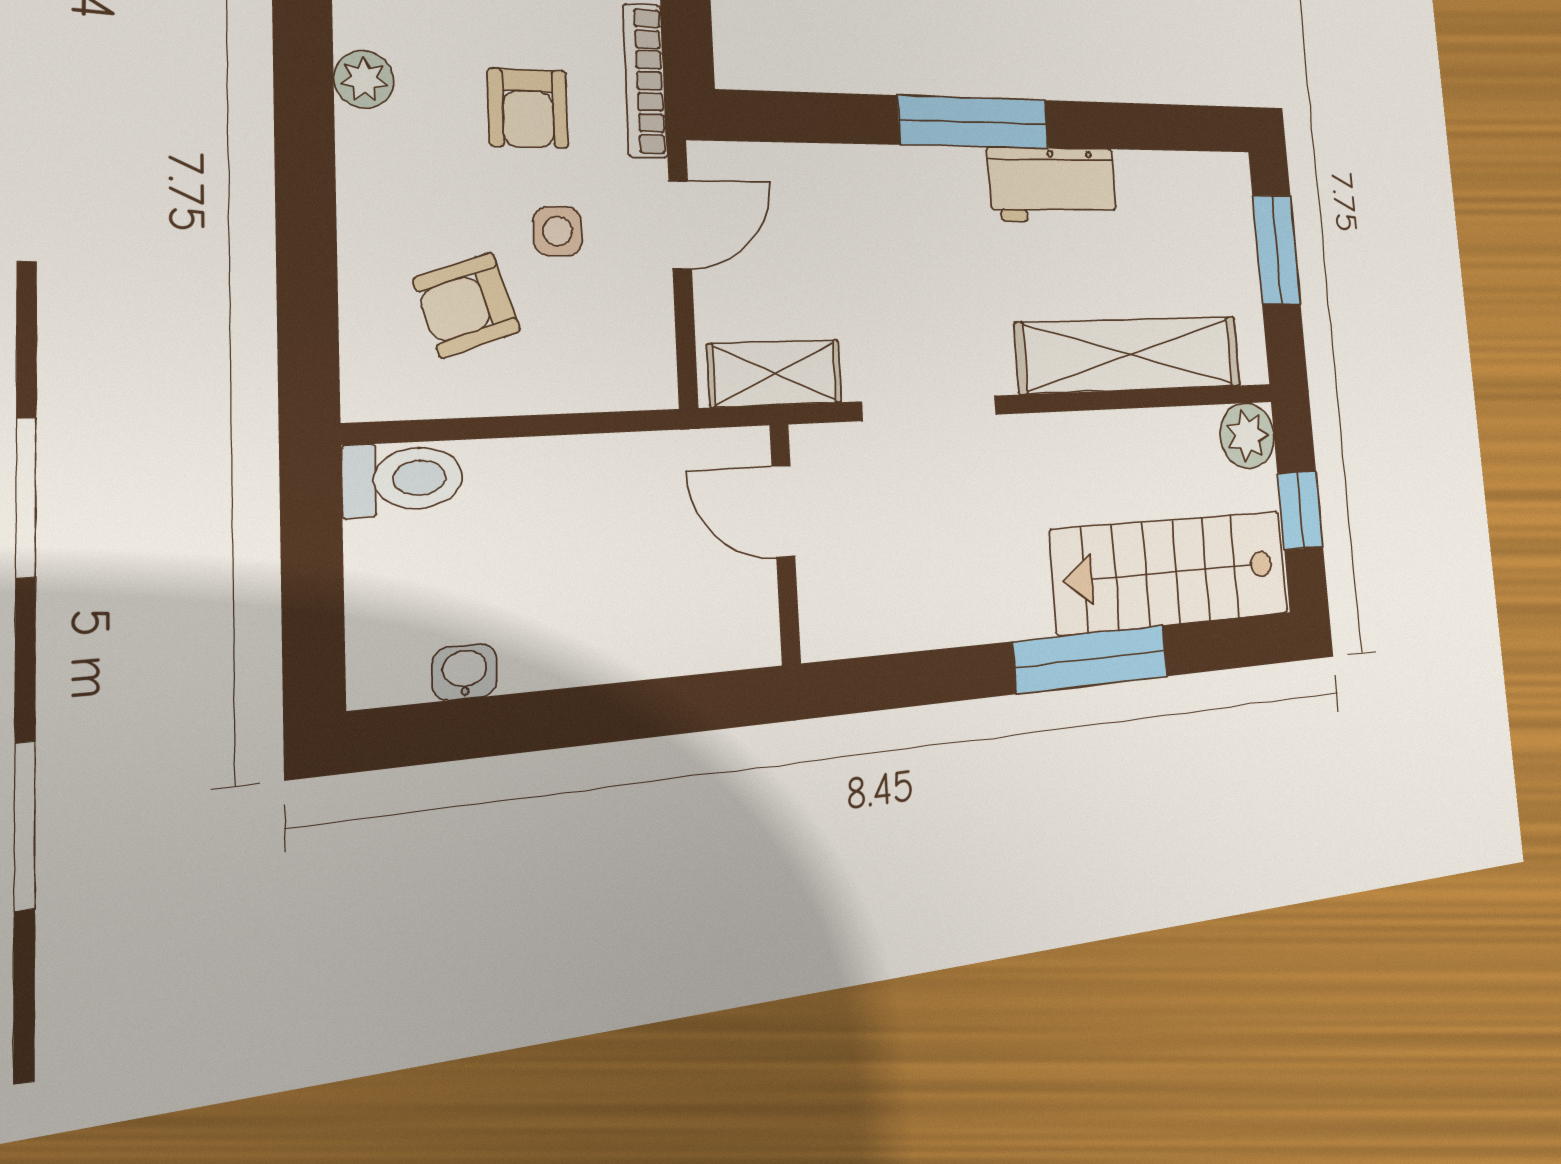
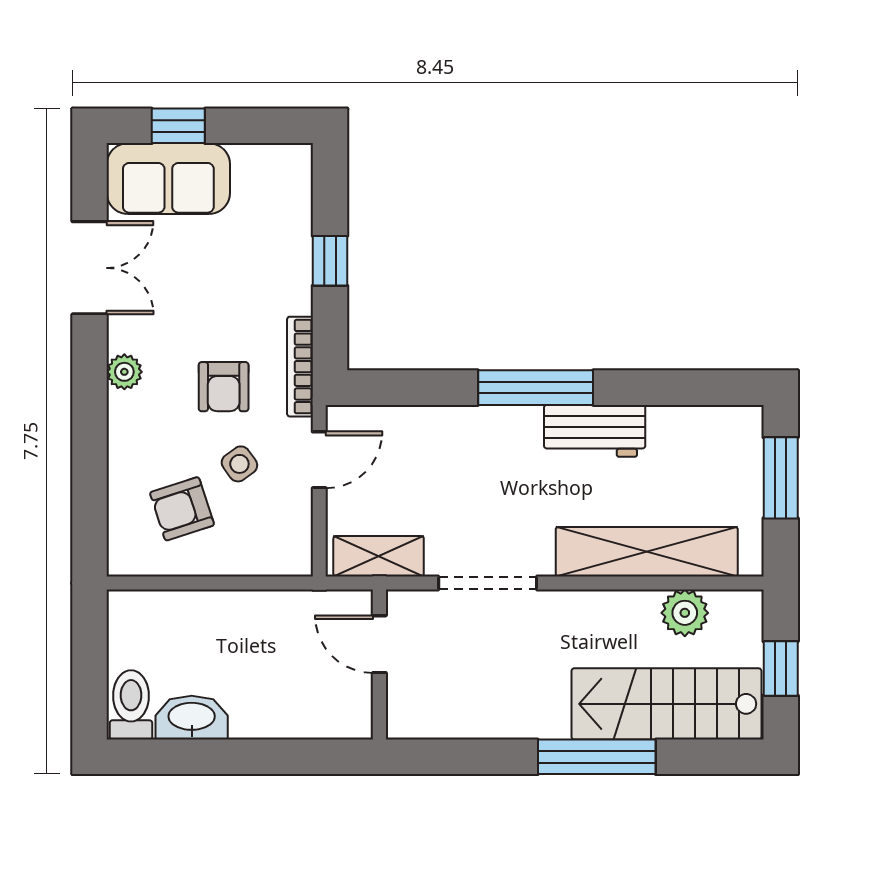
side table: (558, 231) -> (239, 464), turned -36
plant: (1247, 436) -> (685, 613), moved
toilet: (403, 479) -> (131, 705), moved, turned -90
washbasin: (465, 672) -> (192, 718), width x1.91, depth x1.45

